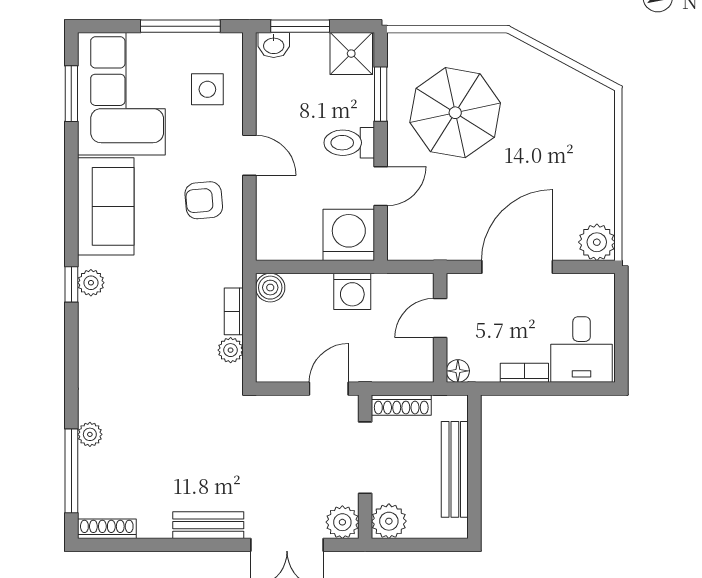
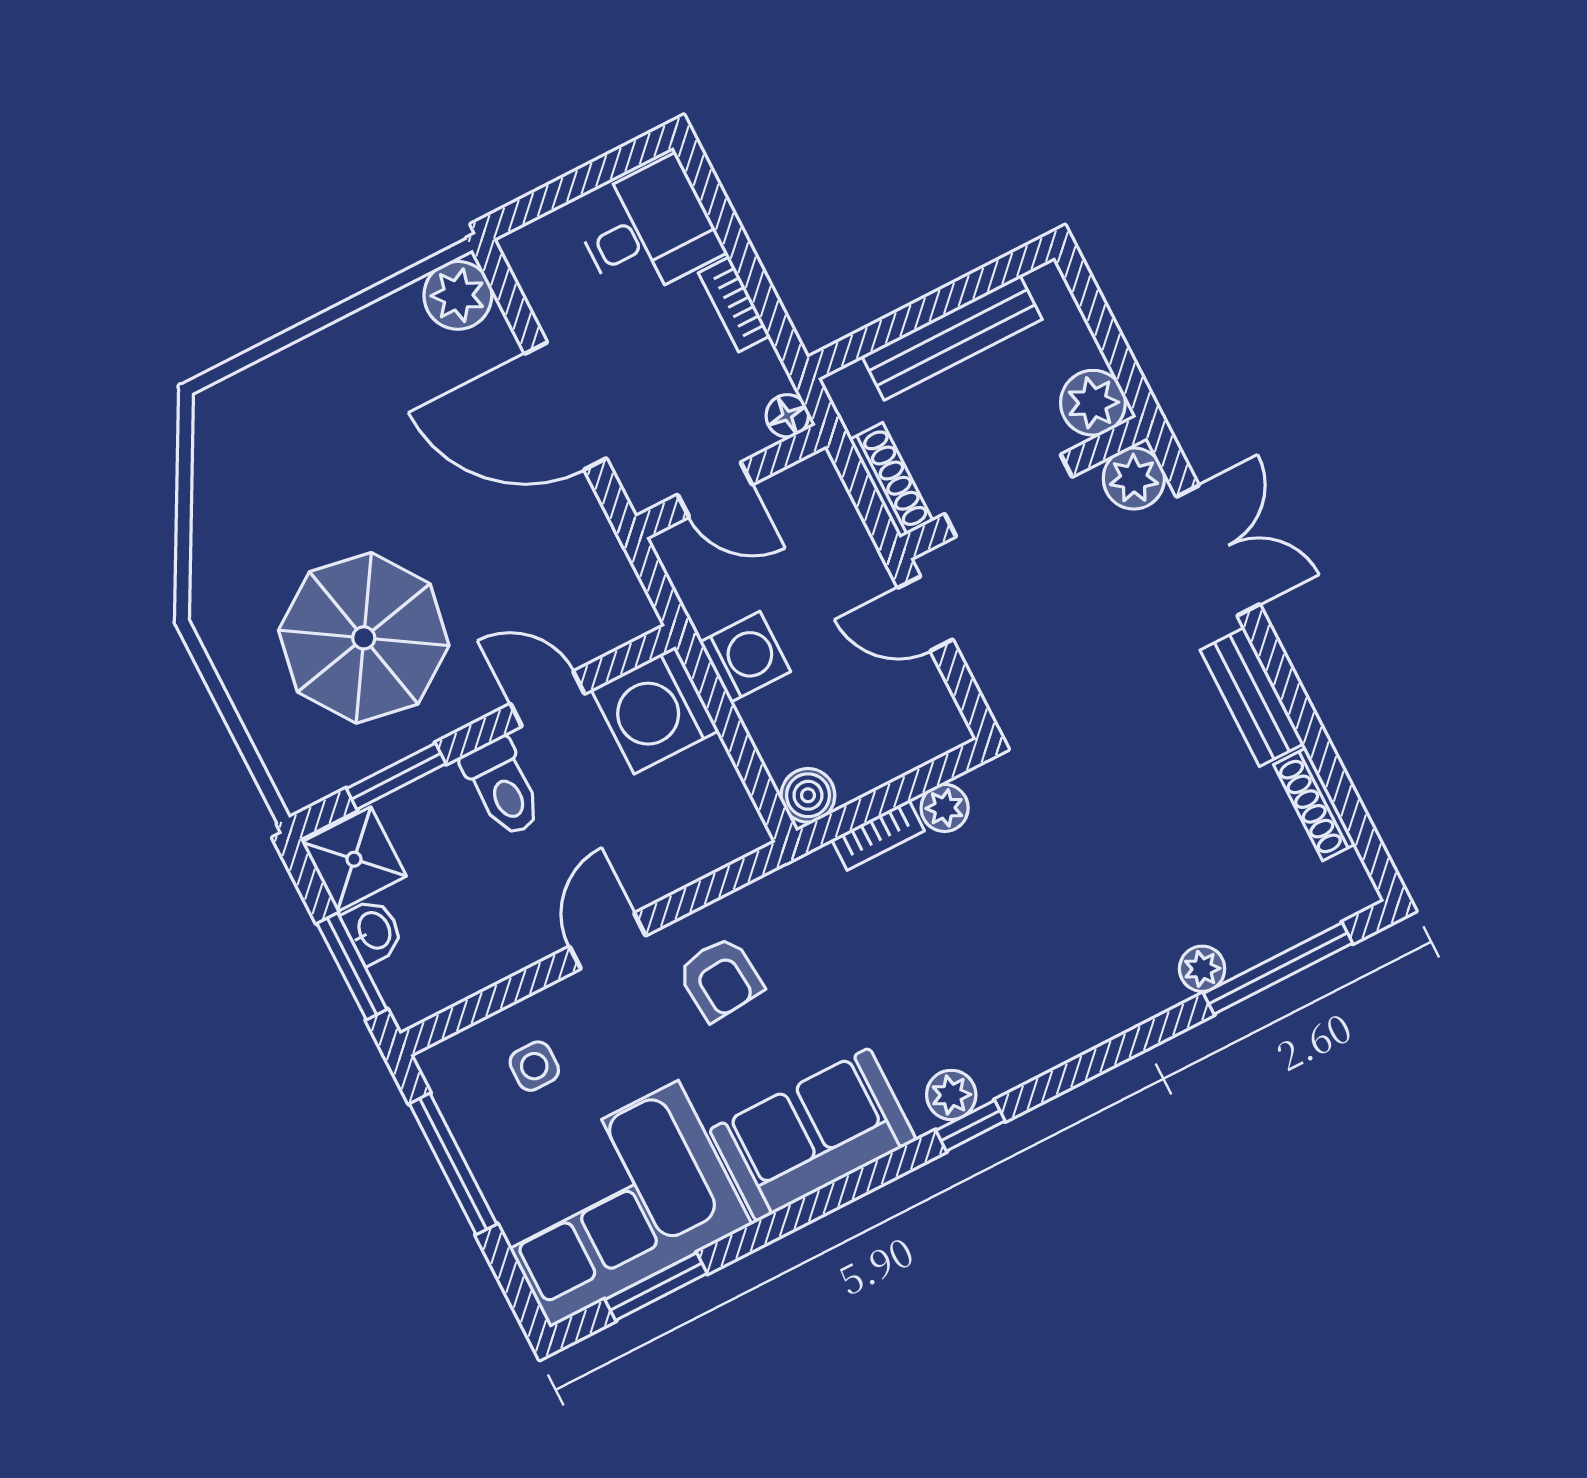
washbasin: (274, 45) -> (373, 931), moved
side table: (207, 89) -> (534, 1066), width x0.73, depth x0.73
shoe rack: (107, 529) -> (1314, 804), moved

